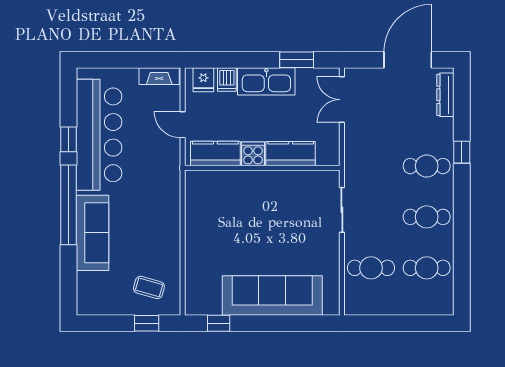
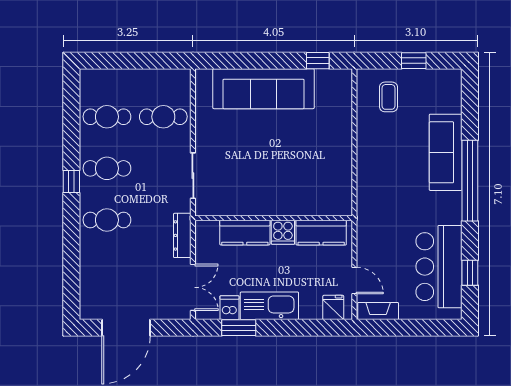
dishwasher: (227, 79) -> (229, 308), moved
dresser: (445, 95) -> (182, 235), moved, turned 180
door: (183, 125) -> (354, 281), moved
bar counter: (99, 135) -> (439, 267), width x0.73
window: (69, 139) -> (470, 273), moved
window: (462, 152) -> (71, 182), moved
coffee table: (149, 287) -> (388, 97), turned 74
window: (147, 323) -> (414, 61), moved

